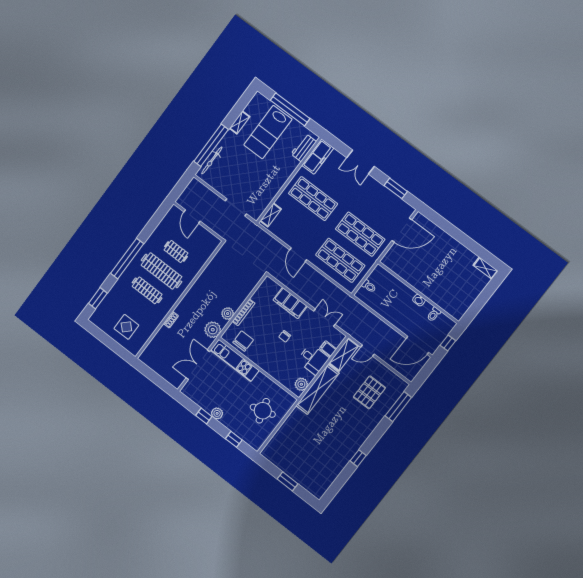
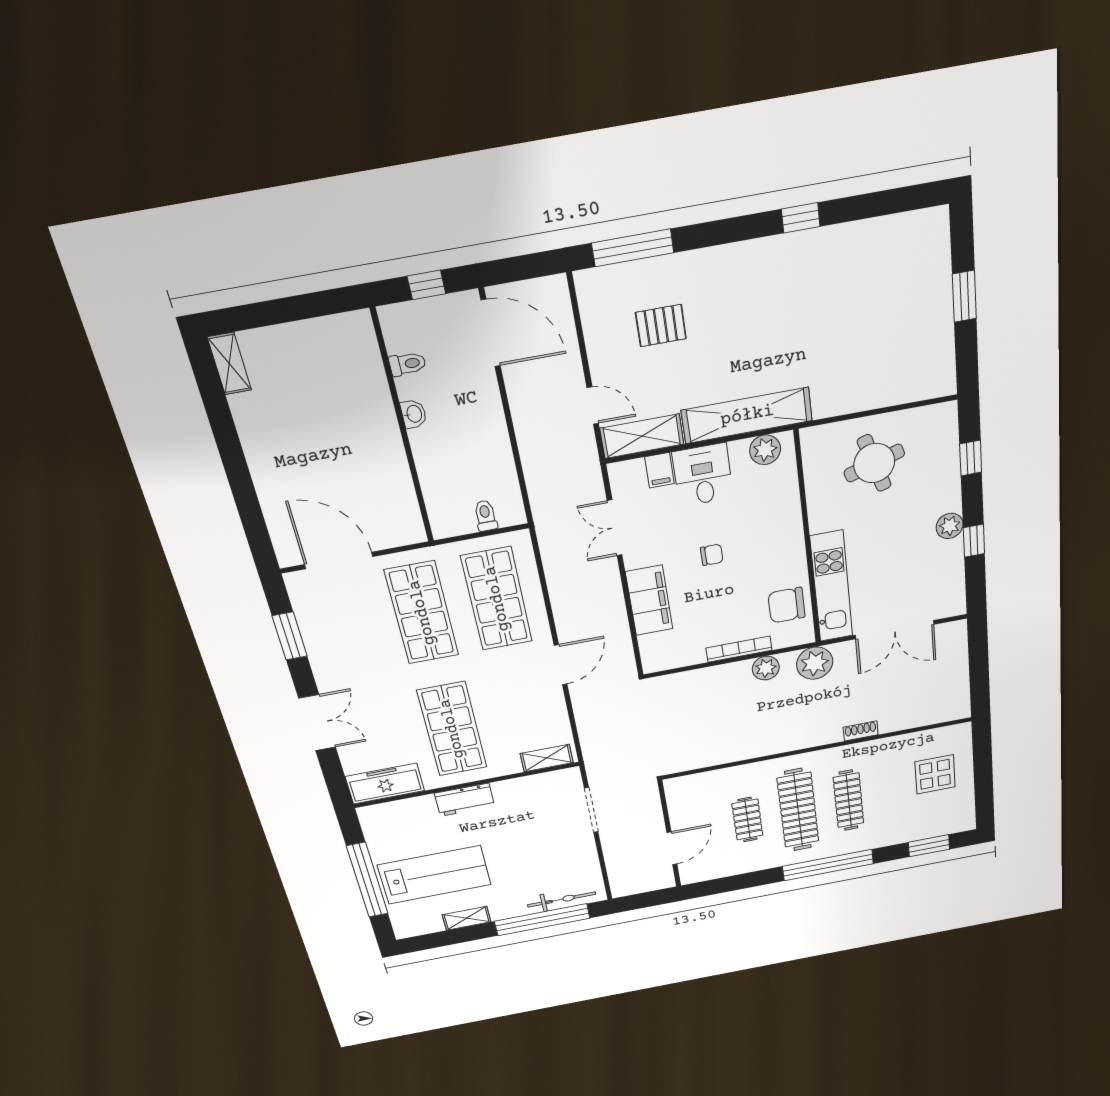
workbench: (304, 148) -> (465, 800), moved
pallet: (369, 392) -> (661, 326), width x0.67, depth x0.71

